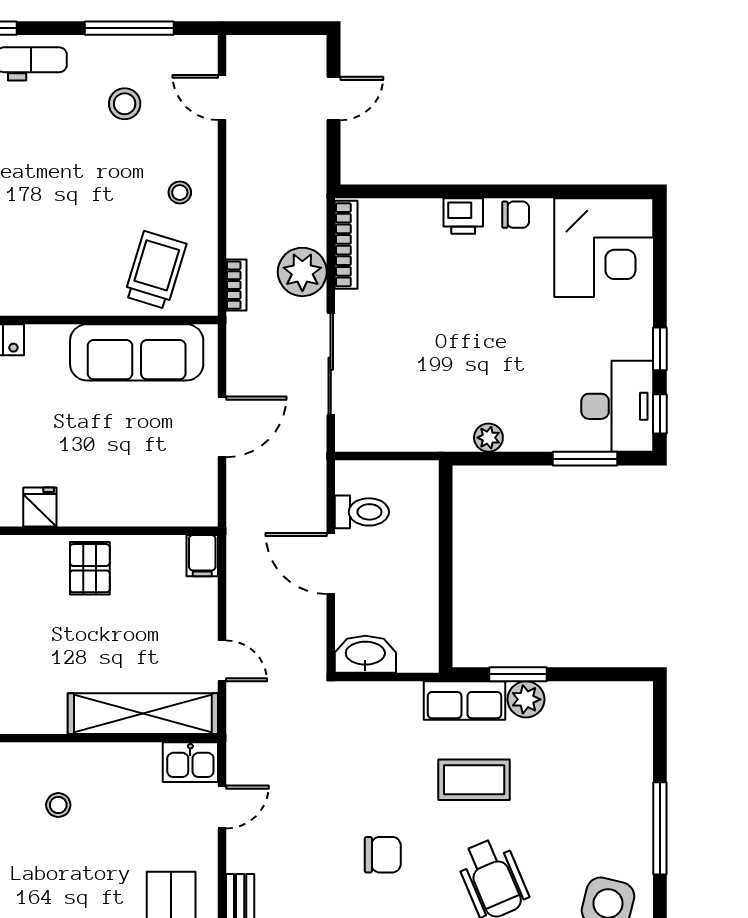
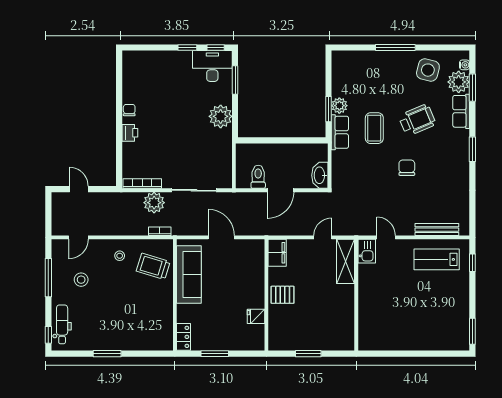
corner desk: (604, 248) -> (144, 72), removed
plant: (488, 438) -> (221, 116), width x1.88, depth x1.88
filing cabinet: (202, 556) -> (277, 253), width x2.00
shelving: (143, 714) -> (346, 261), width x0.68
stool: (58, 805) -> (385, 308), removed

